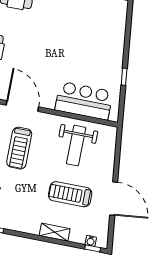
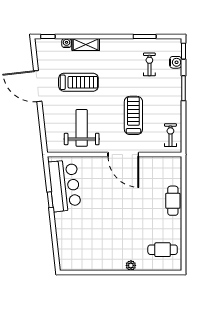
bar counter: (84, 101) -> (65, 186), moved, turned -96
door: (22, 106) -> (123, 154), moved
water cooler: (91, 241) -> (67, 43), moved

